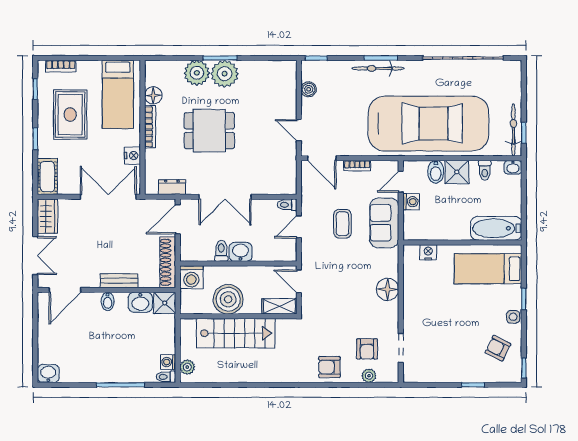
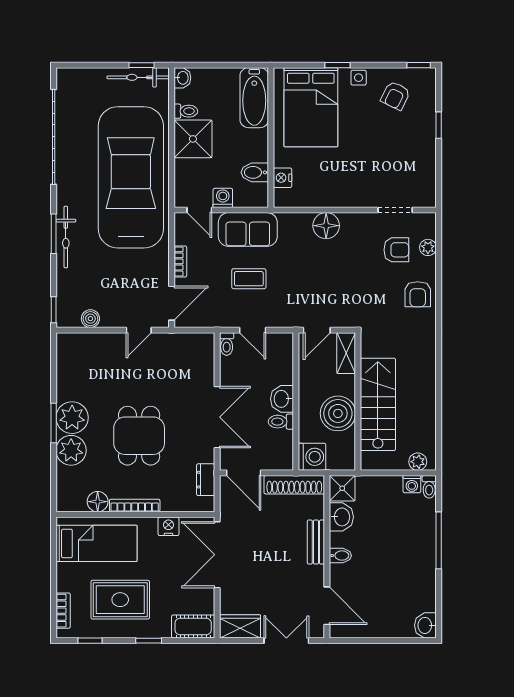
bidet: (436, 172) -> (255, 172), moved, turned 180
shower: (457, 172) -> (193, 139), width x1.36, depth x1.36
bed: (488, 269) -> (311, 107), width x1.50

